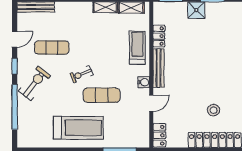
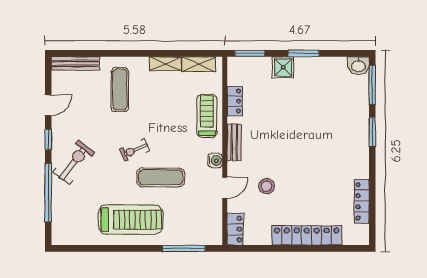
exercise mat: (52, 48) -> (120, 90), moved, turned 90
bench: (159, 68) -> (234, 142), width x0.73
stool: (214, 110) -> (266, 186), moved

